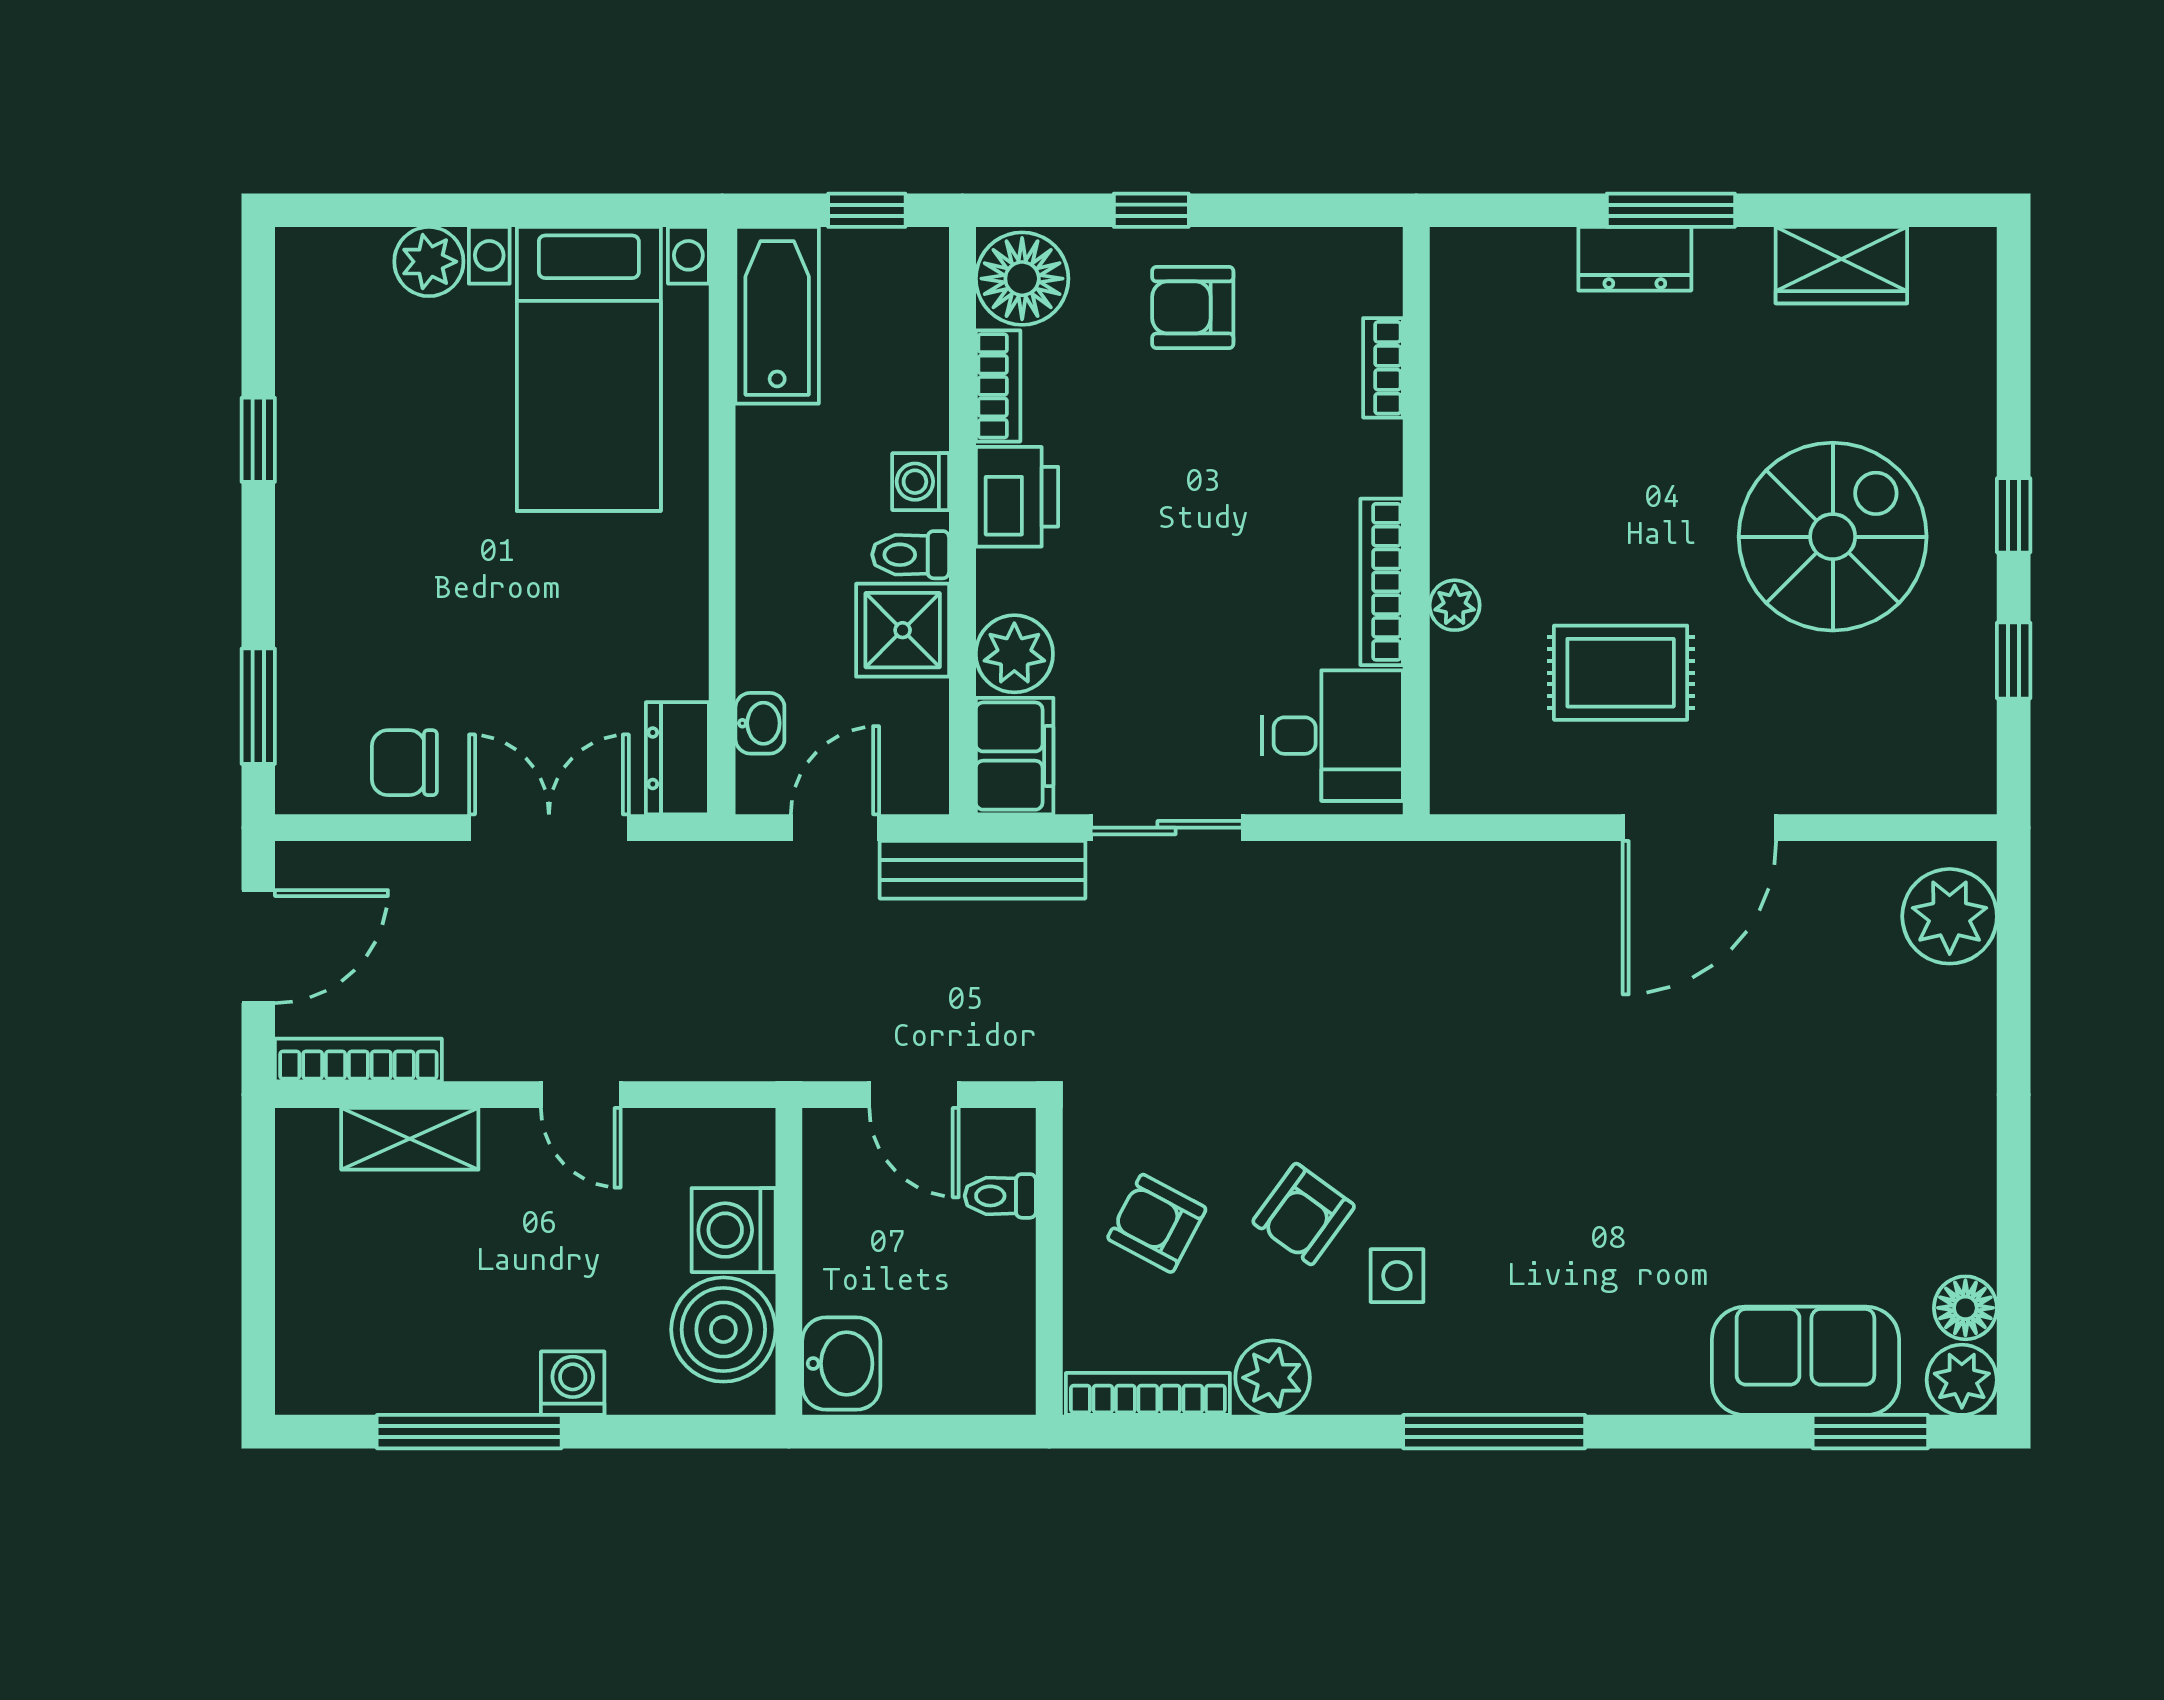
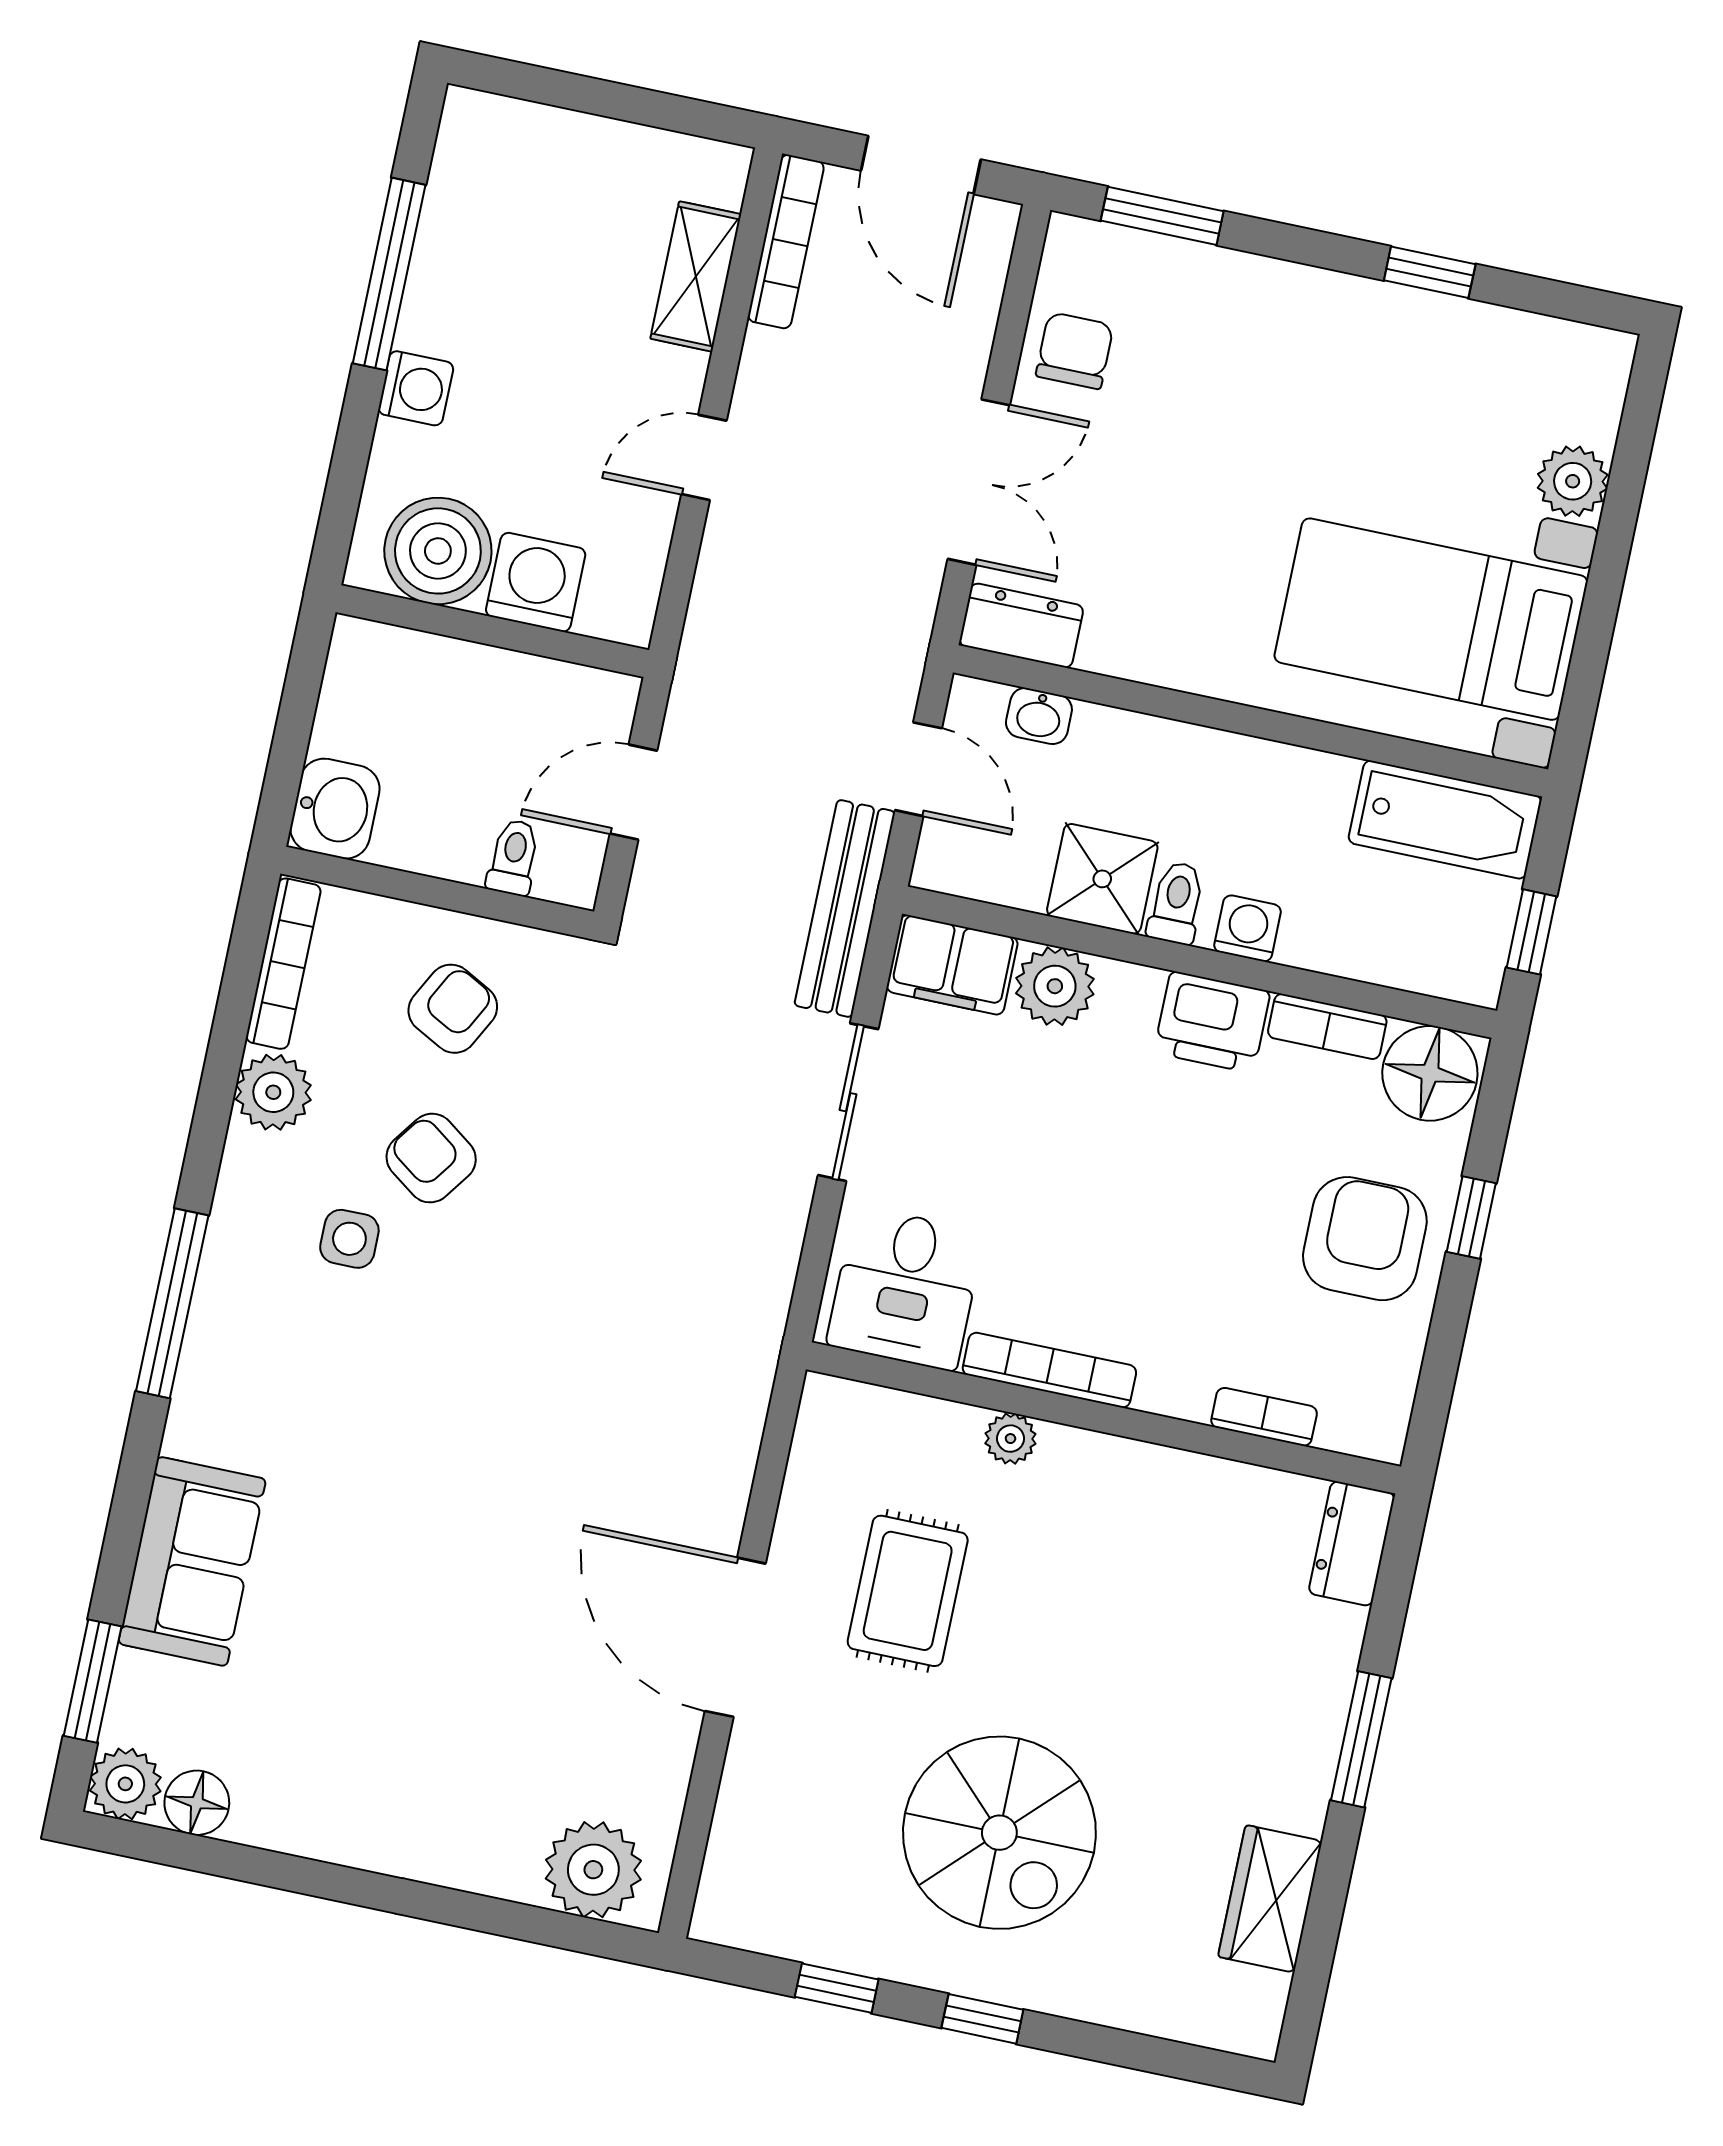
dresser: (1635, 259) -> (1352, 1543), moved
armchair: (1193, 307) -> (1365, 1239), width x1.38, depth x1.38
sofa: (1805, 1361) -> (192, 1561), moved
washbasin: (841, 1364) -> (335, 809), moved, turned -90

